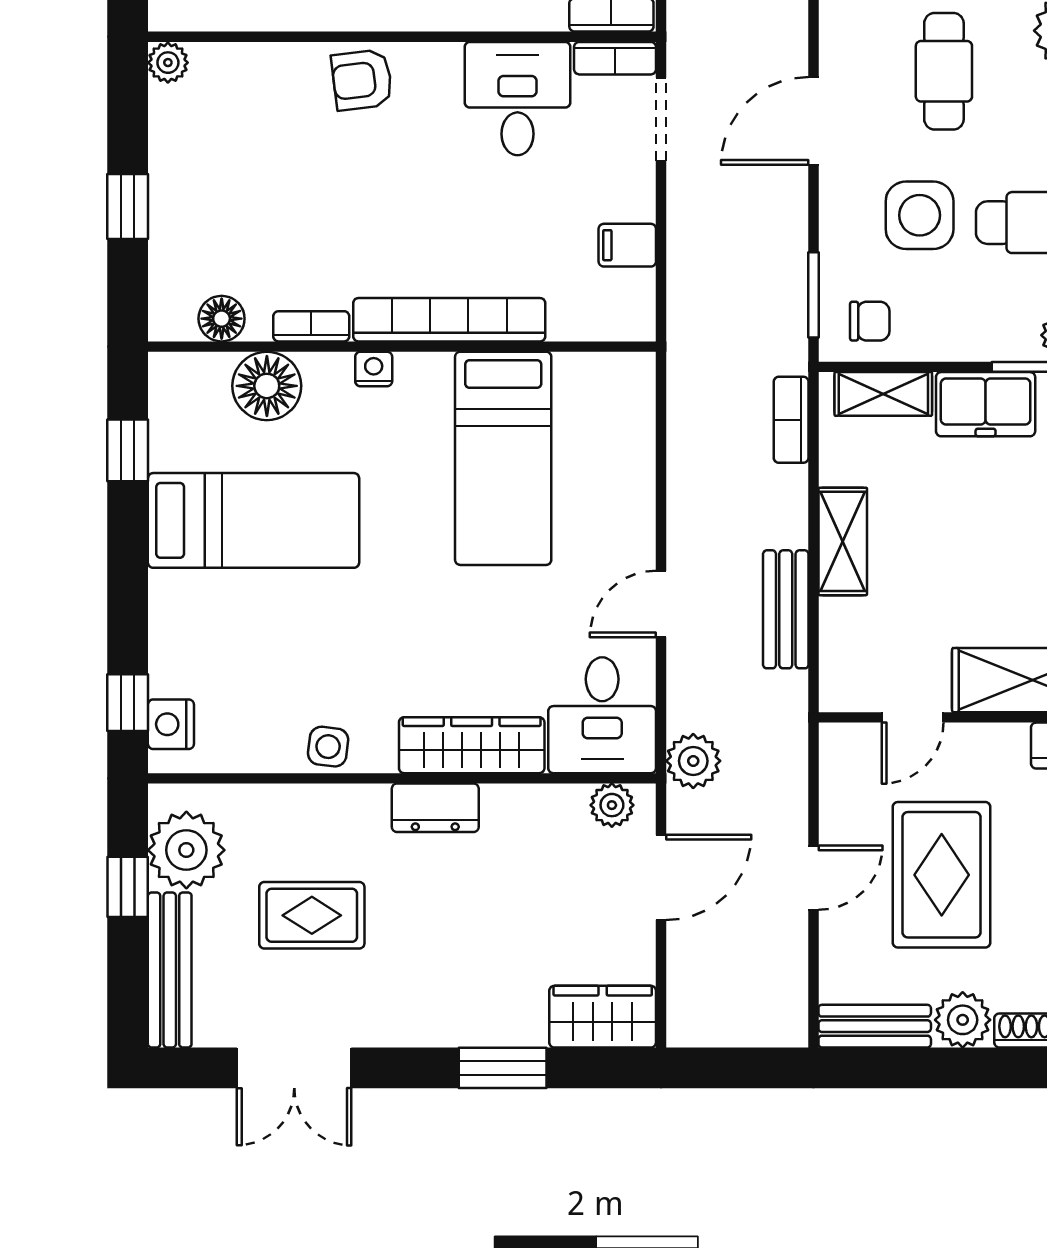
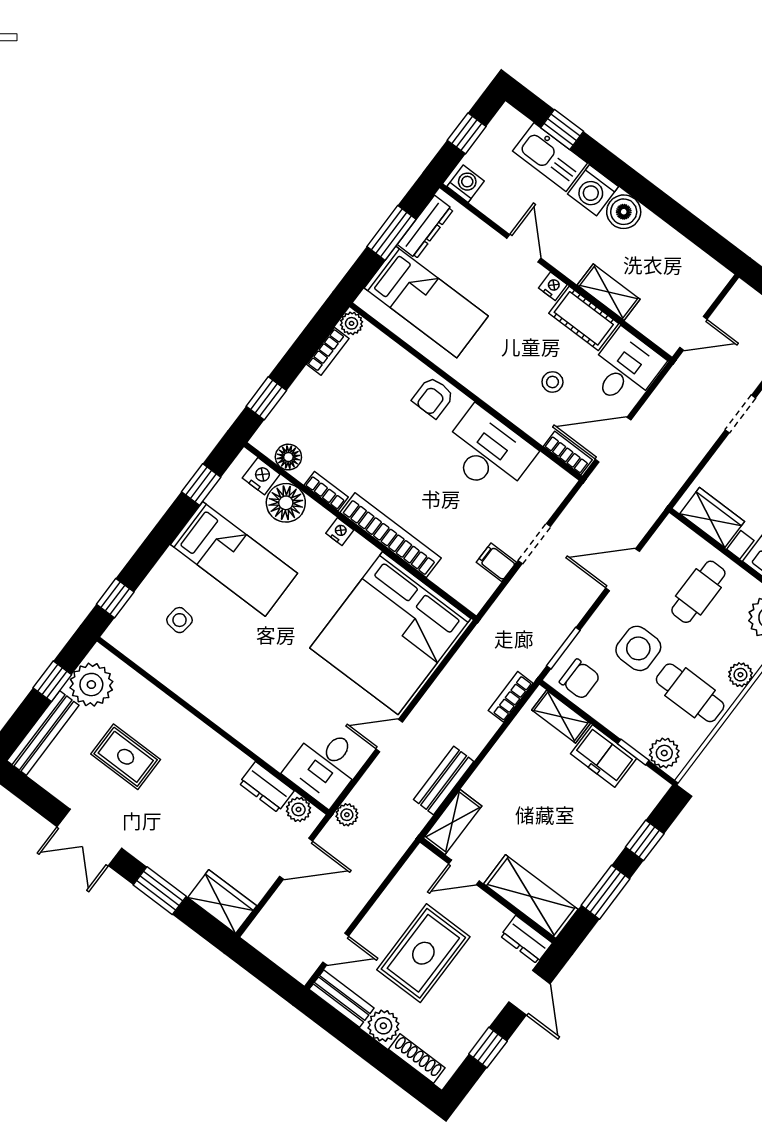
bookcase: (615, 58) -> (328, 351), moved, turned -90
armchair: (362, 80) -> (433, 397), turned -83
desk: (517, 99) -> (488, 452), width x1.37
doorway: (661, 119) -> (534, 544), moved
window: (128, 206) -> (266, 398), moved
chair: (870, 321) -> (580, 679), width x1.37, depth x1.37
bed: (503, 458) -> (390, 633), width x2.04
shelving: (843, 541) -> (453, 822), moved
nightstand: (171, 724) -> (261, 476), moved, turned 90
wardrobe: (472, 745) -> (256, 735), removed
side table: (328, 747) -> (179, 620), moved
plant: (693, 761) -> (347, 815), width x0.73, depth x0.73
dresser: (435, 808) -> (266, 787), moved
door: (813, 878) -> (336, 949), moved
double door: (294, 1068) -> (89, 837), moved

